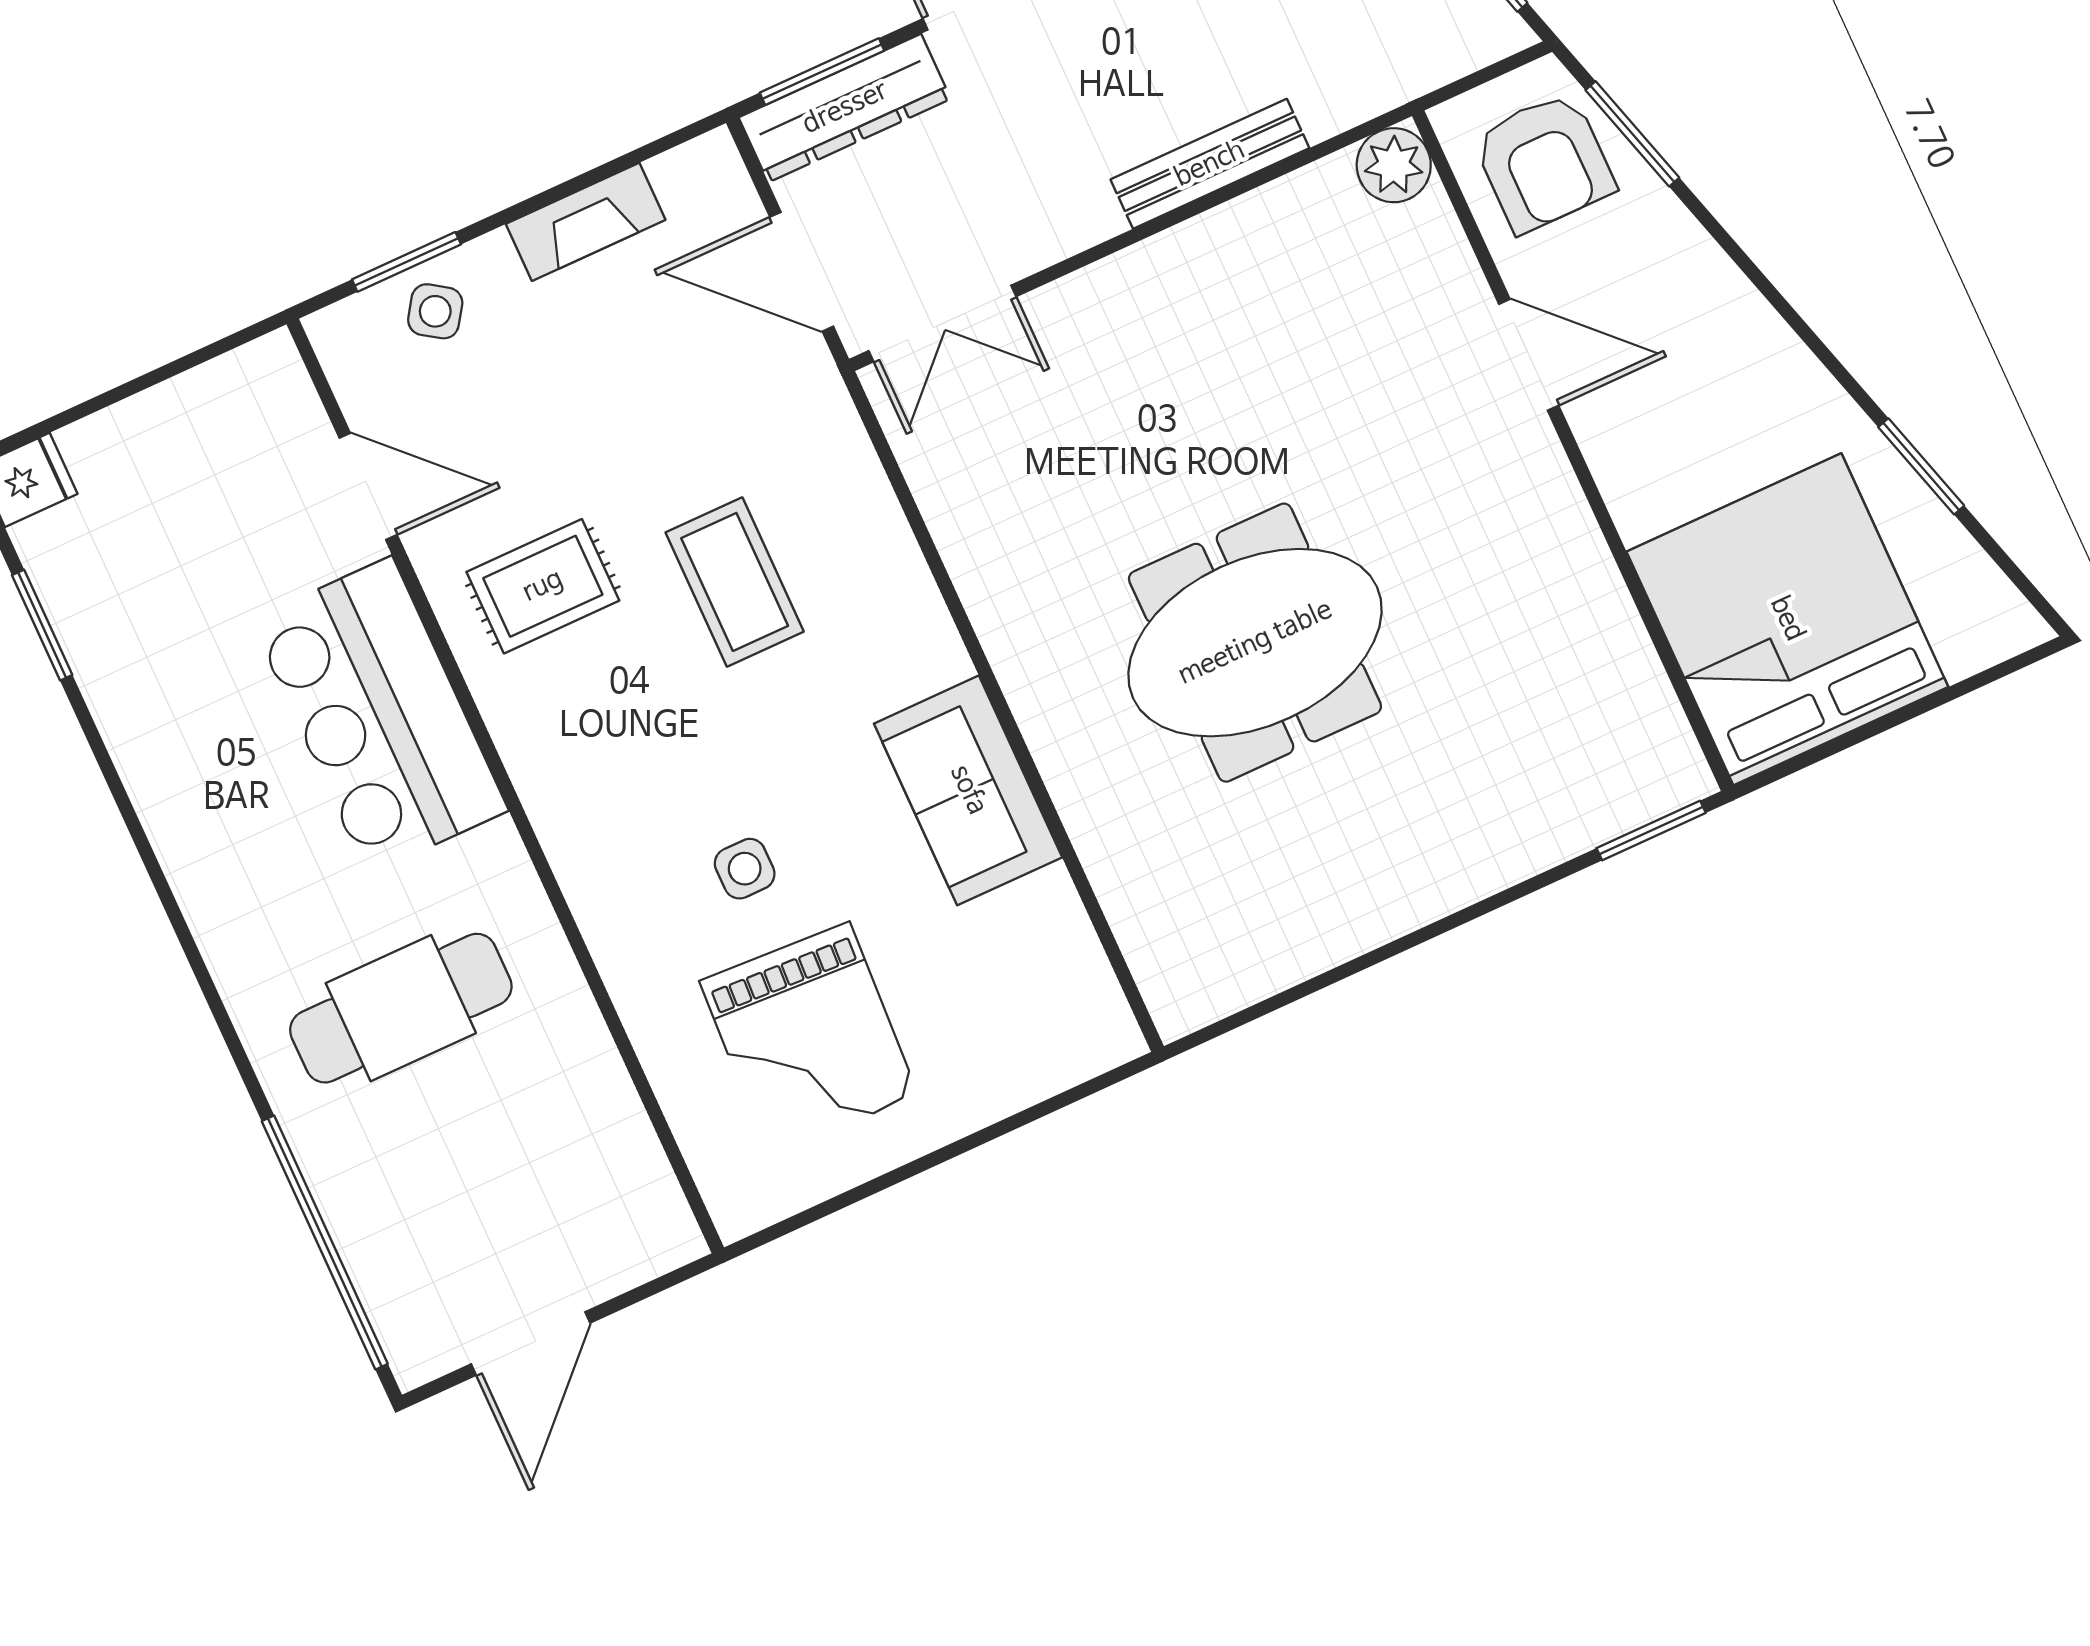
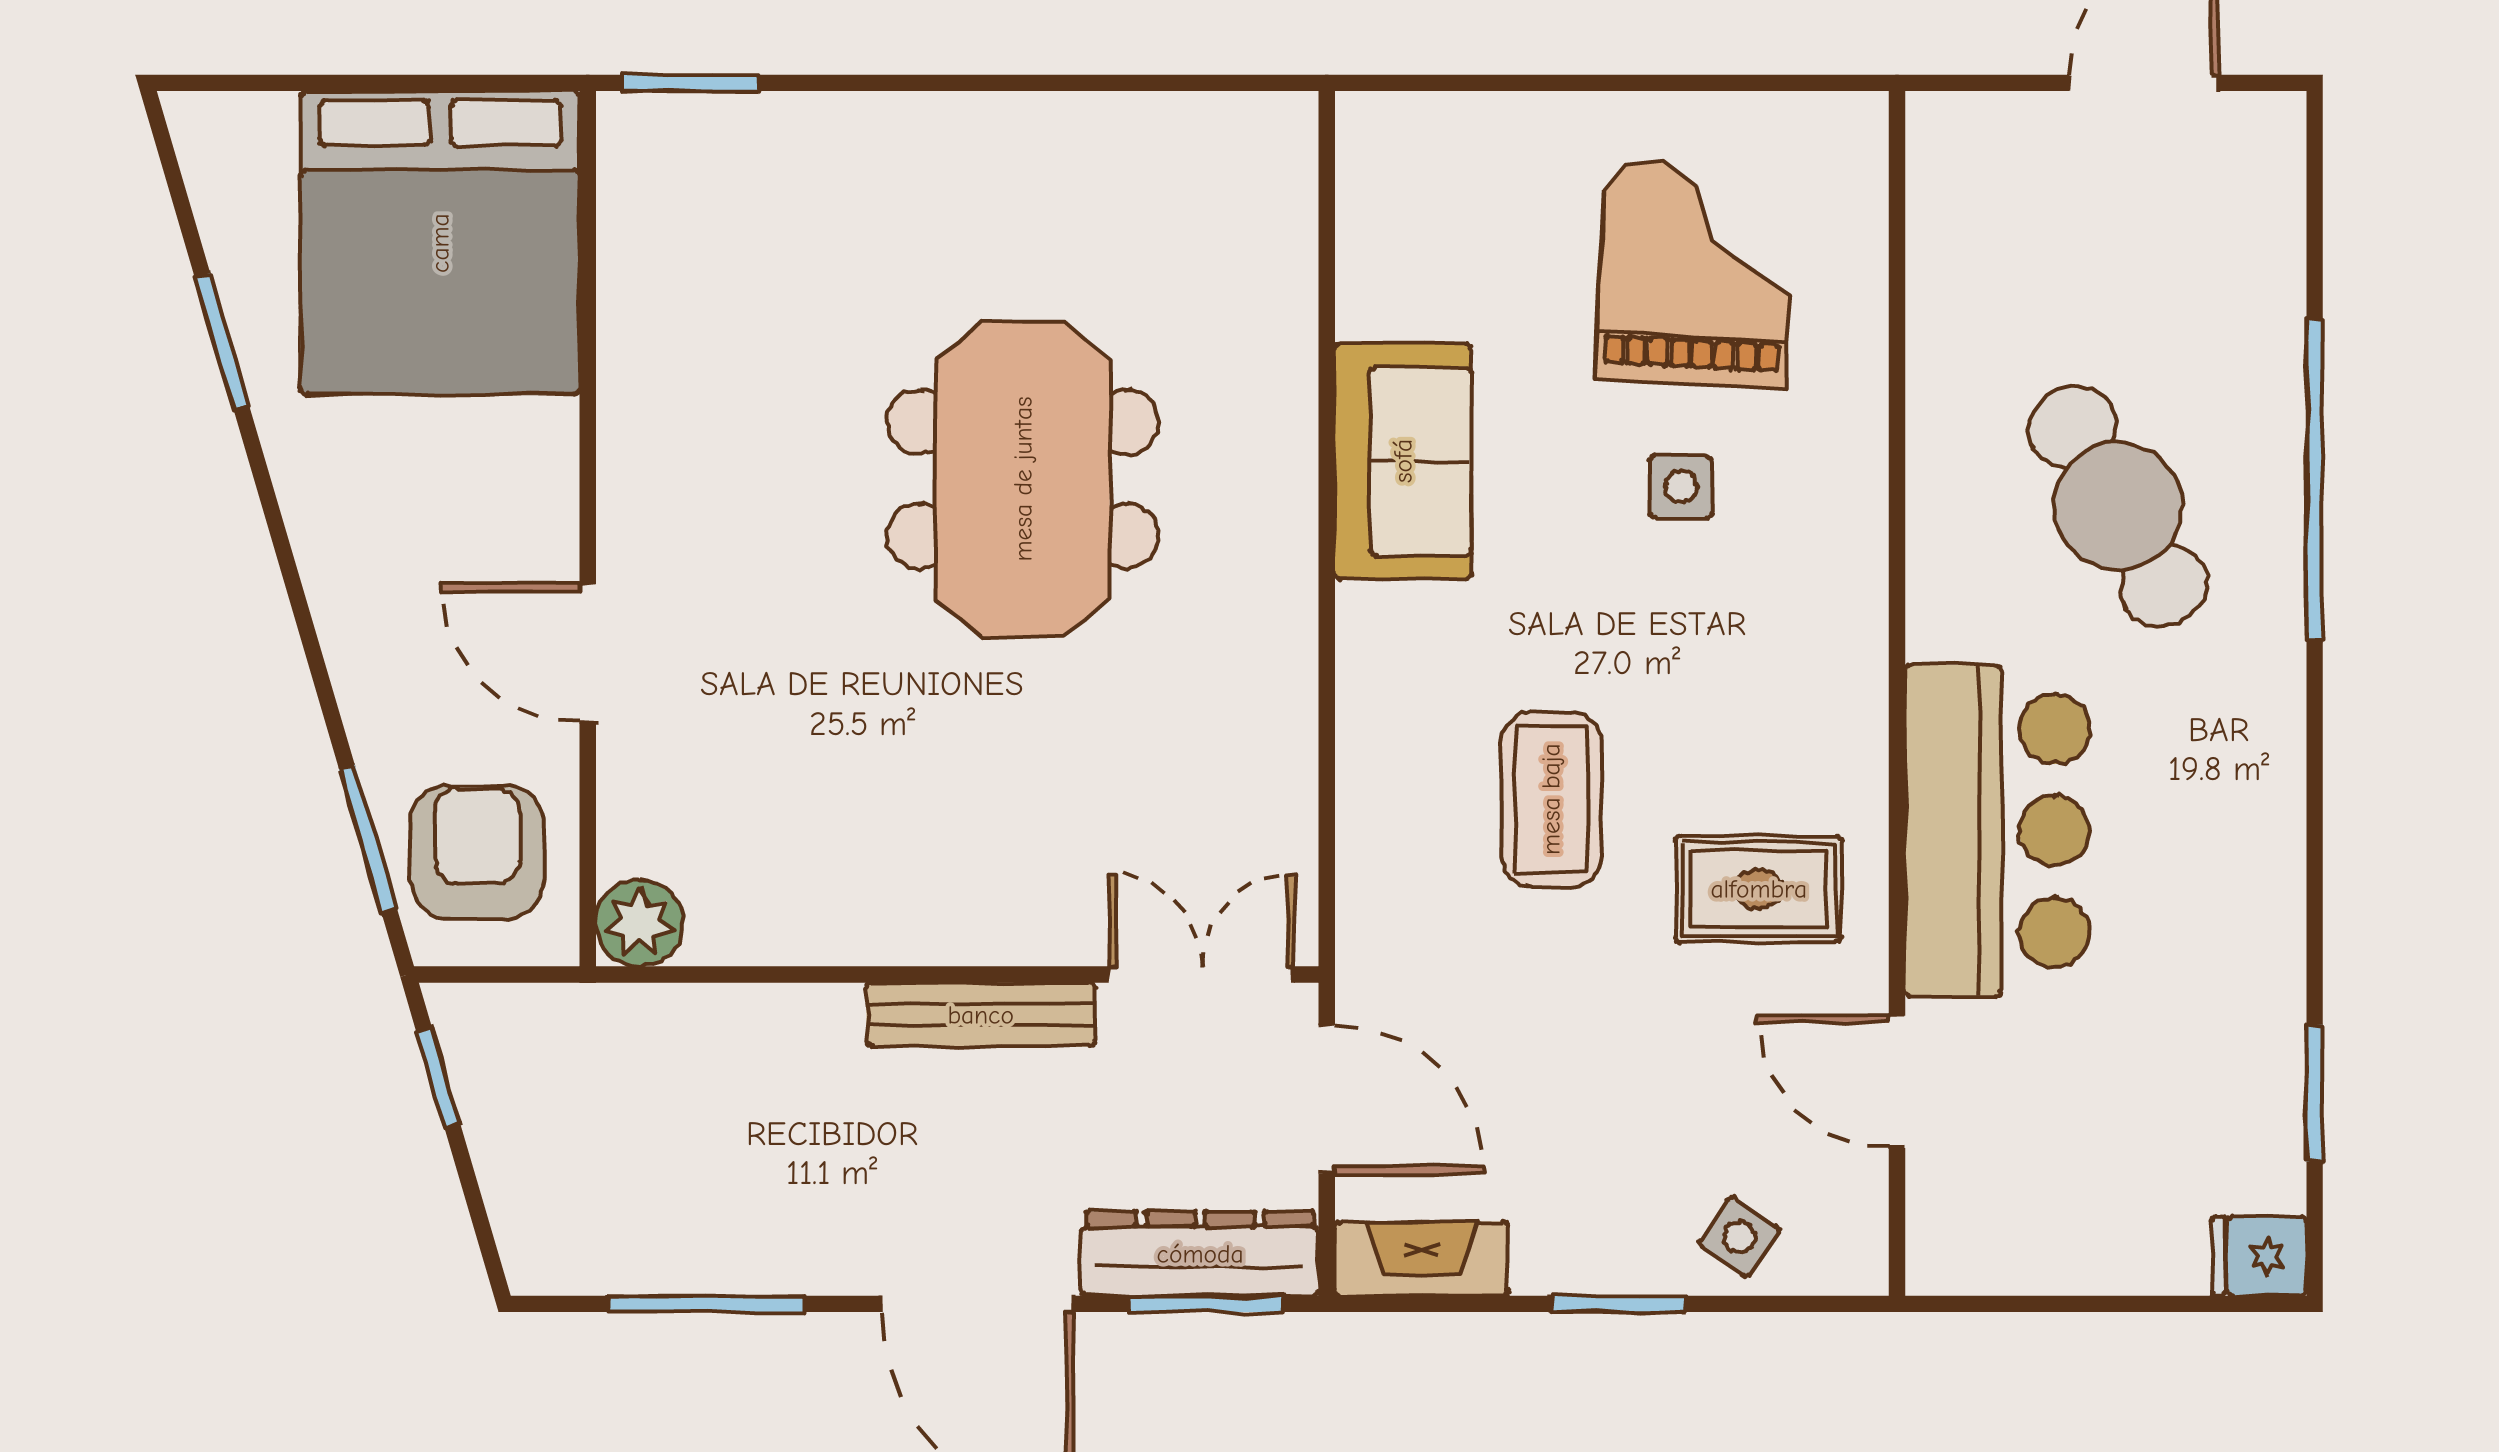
bench: (1210, 164) -> (981, 1015), moved
fireplace: (586, 222) -> (1421, 1259), moved
window: (406, 262) -> (1618, 1304), moved
meeting table: (1255, 643) -> (1023, 479), turned 90
cafe table: (401, 1008) -> (2118, 506), turned 60
window: (325, 1242) -> (2315, 479), moved

